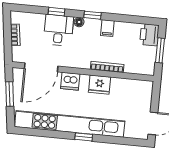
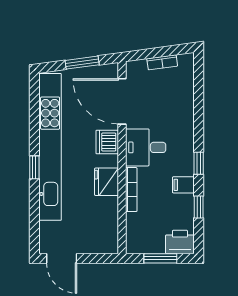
window: (56, 12) -> (199, 207), moved
floor lamp: (79, 22) -> (188, 146), removed
desk: (58, 30) -> (146, 147), moved, turned 180

